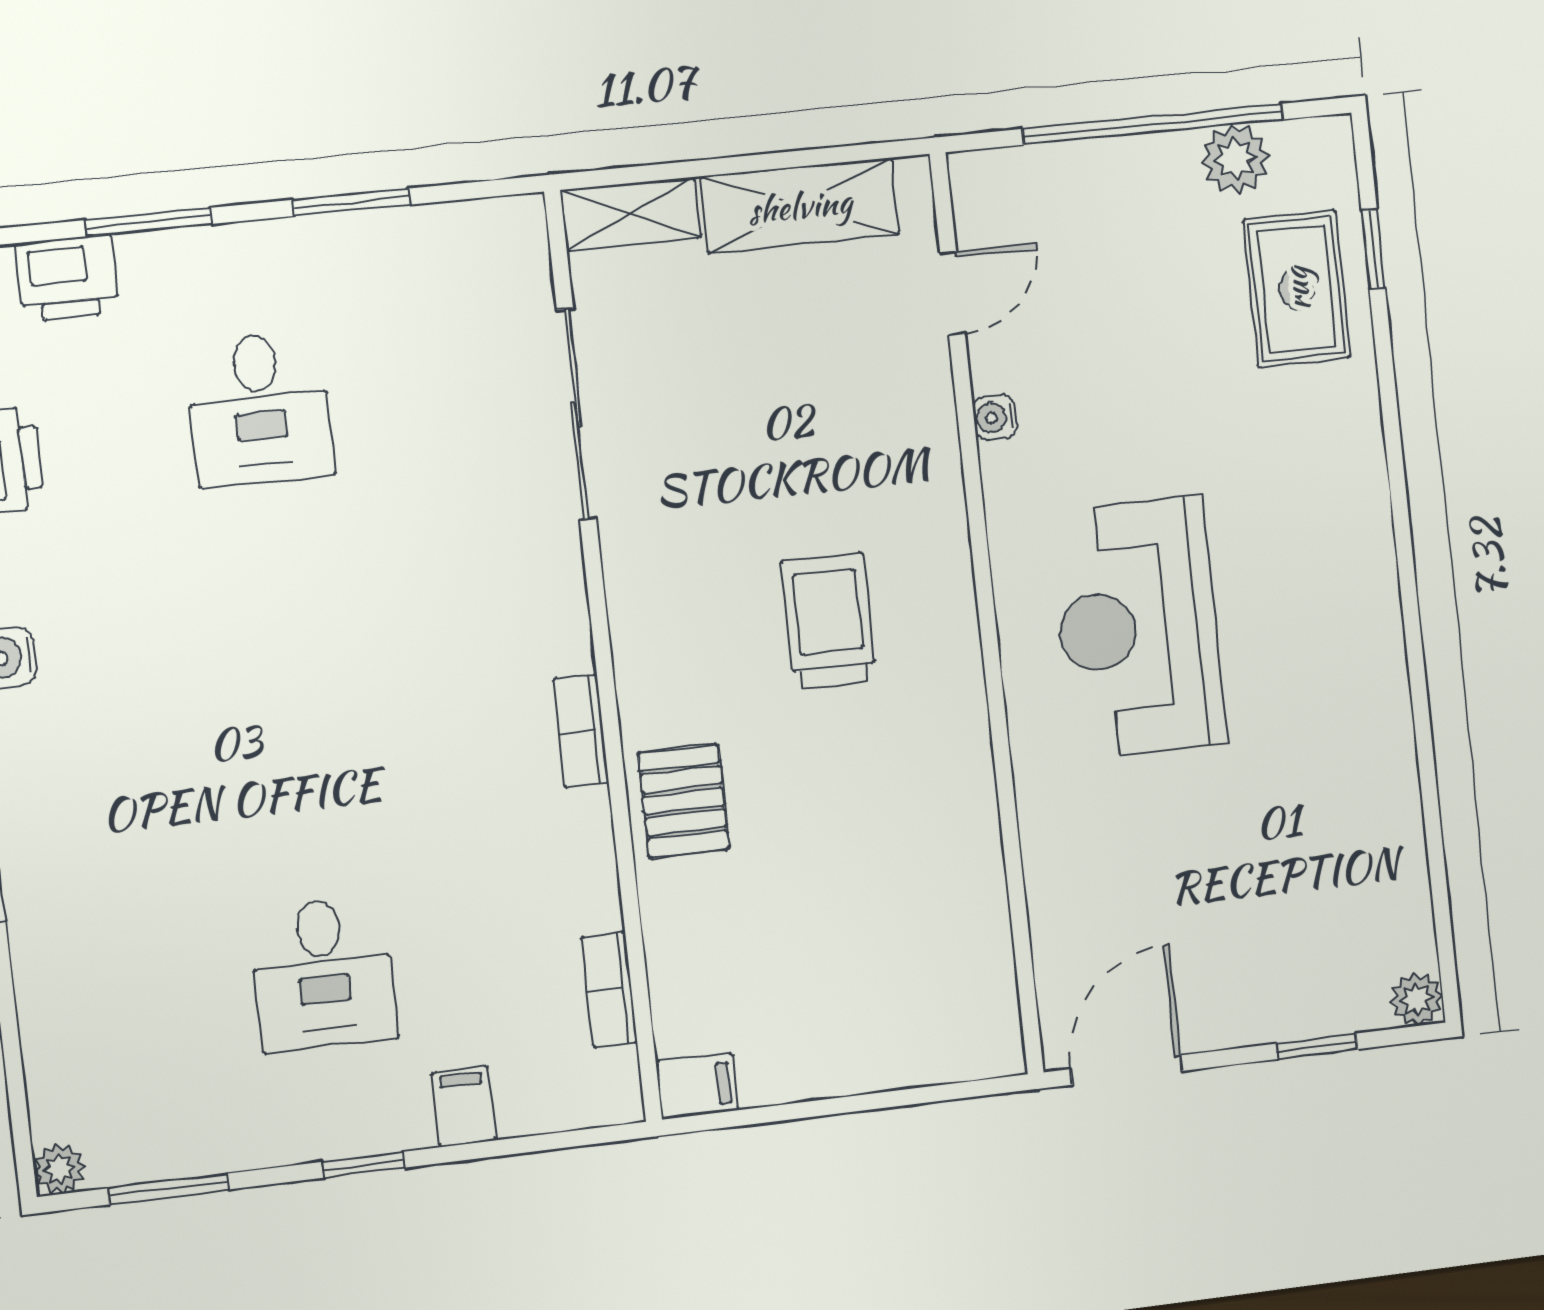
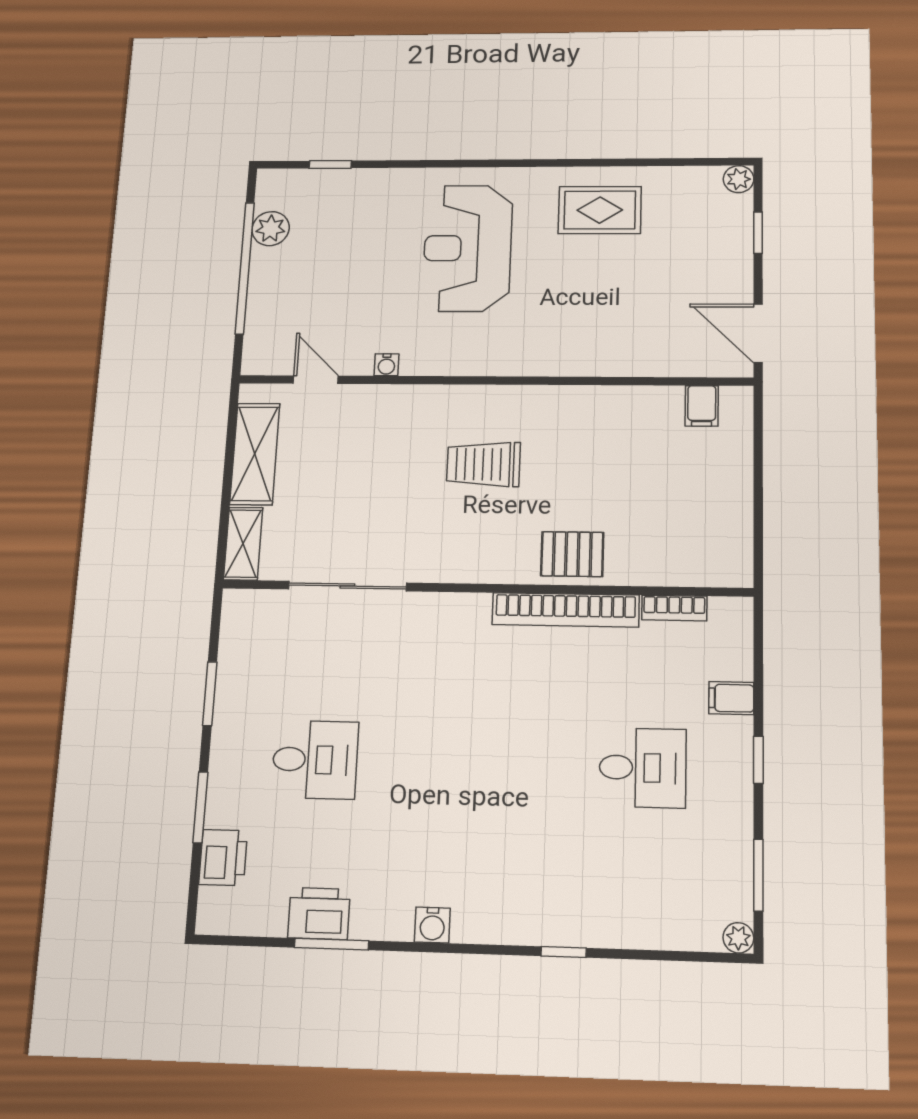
rug: (1297, 289) -> (600, 210), moved
reception desk: (1138, 628) -> (468, 248), moved, turned 90
bookcase: (581, 731) -> (566, 610), width x2.31, depth x1.31
filing cabinet: (697, 1086) -> (702, 406), moved, turned 180

